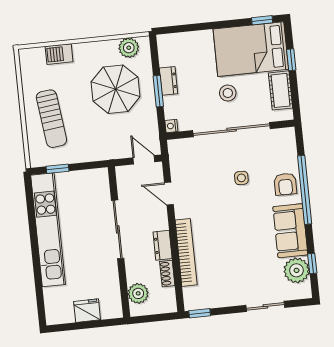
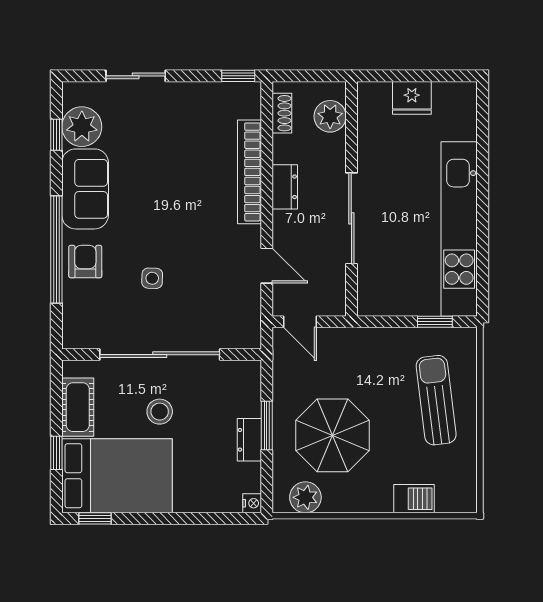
nightstand: (171, 126) -> (252, 503), moved
shoe rack: (167, 274) -> (282, 113), moved

